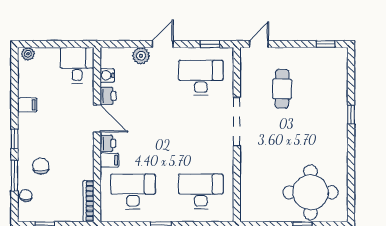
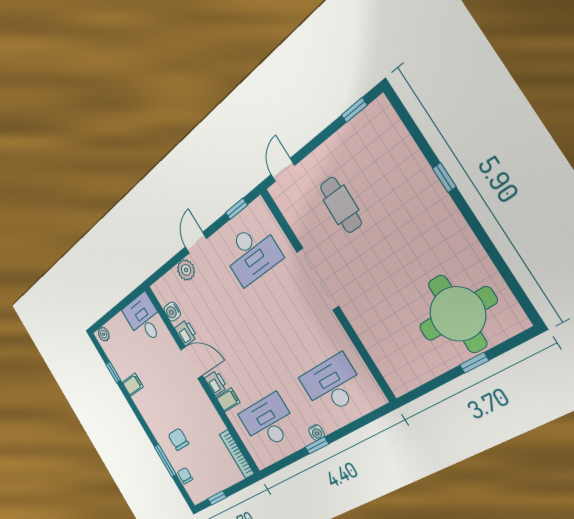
desk: (201, 78) -> (252, 254), turned 180
window: (14, 139) -> (113, 372), moved
water cooler: (167, 216) -> (317, 432), added

